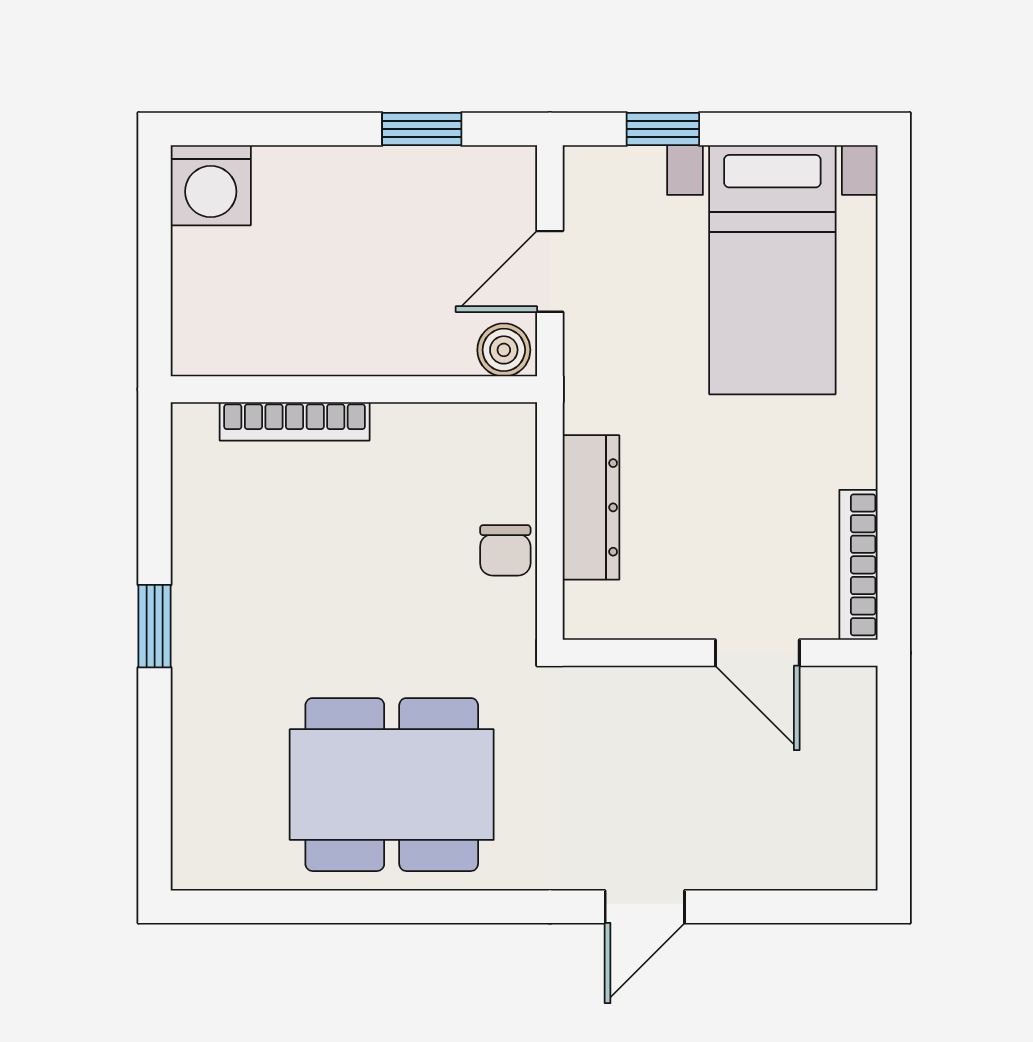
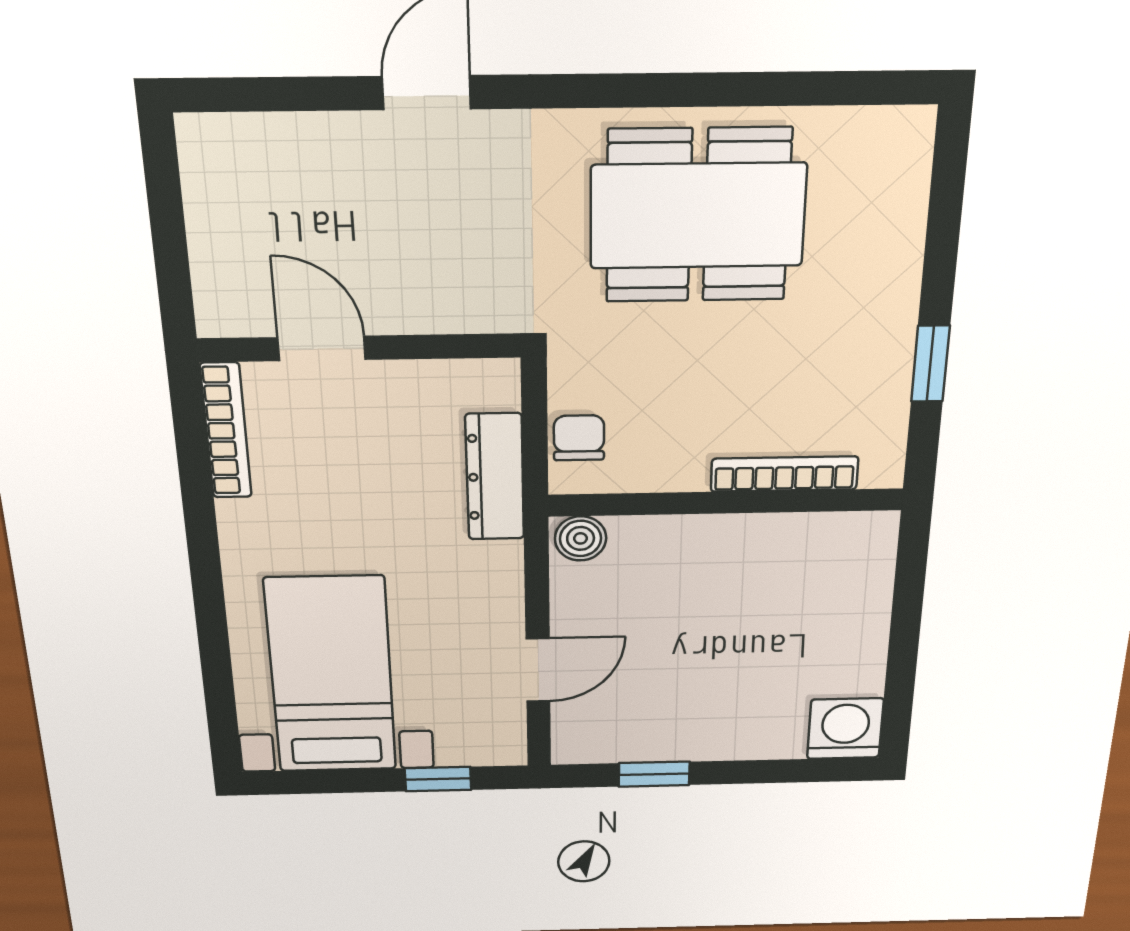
boiler: (504, 350) -> (581, 538), moved
wall: (354, 389) -> (726, 503), moved
bookcase: (295, 421) -> (784, 474), moved

